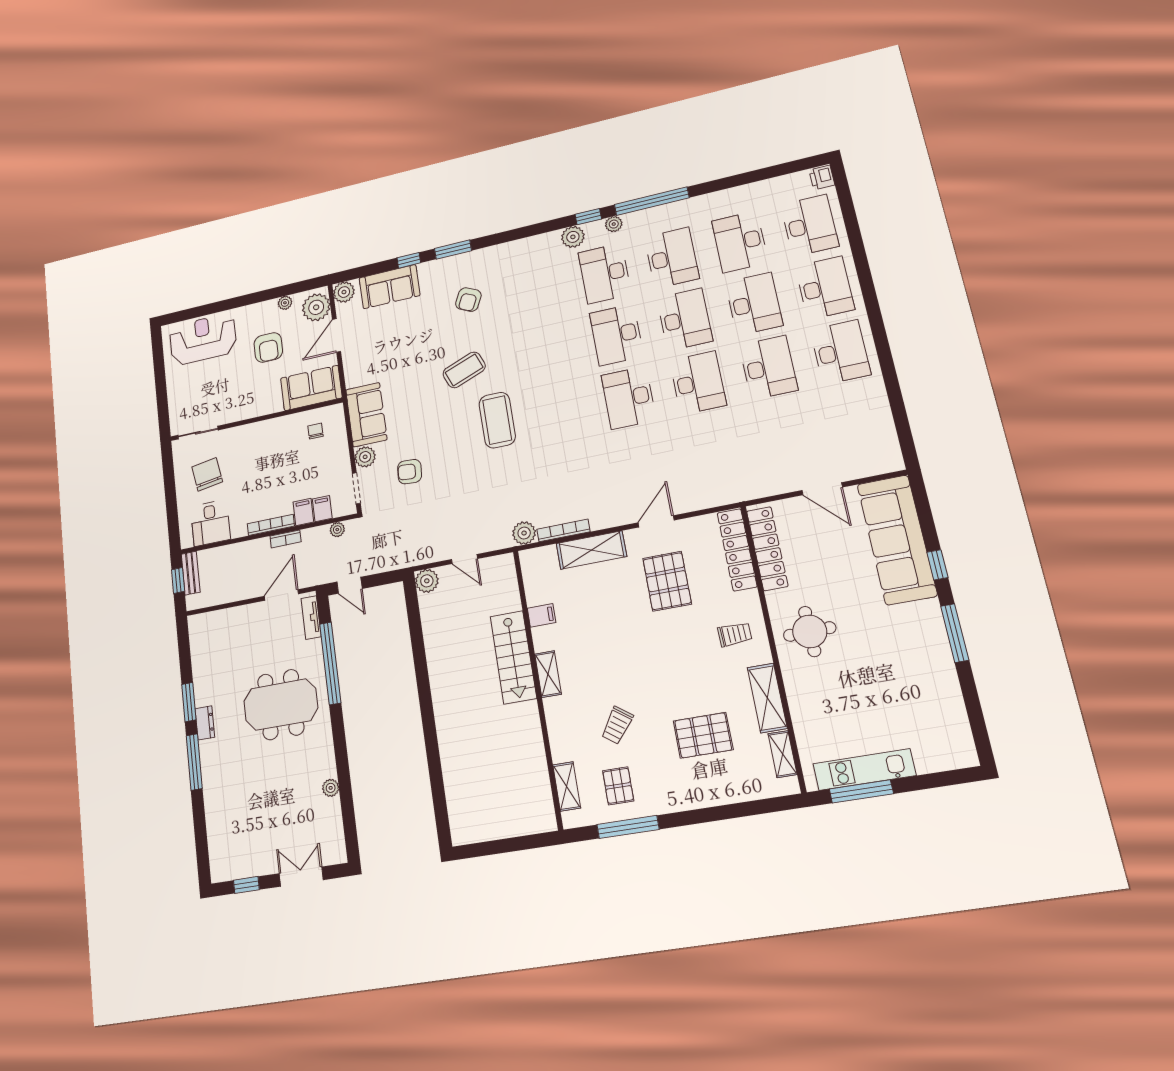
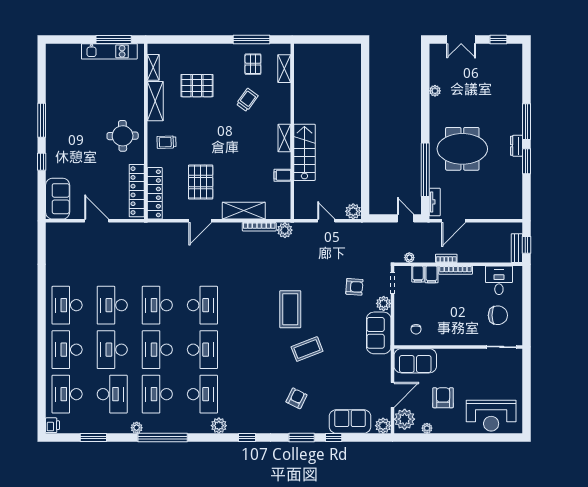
window: (755, 176) -> (93, 437), added
window: (588, 217) -> (247, 437), moved
plant: (614, 224) -> (137, 428), moved
chair: (207, 474) -> (498, 315), turned -81
sofa: (897, 540) -> (58, 199), width x0.54, depth x0.79

